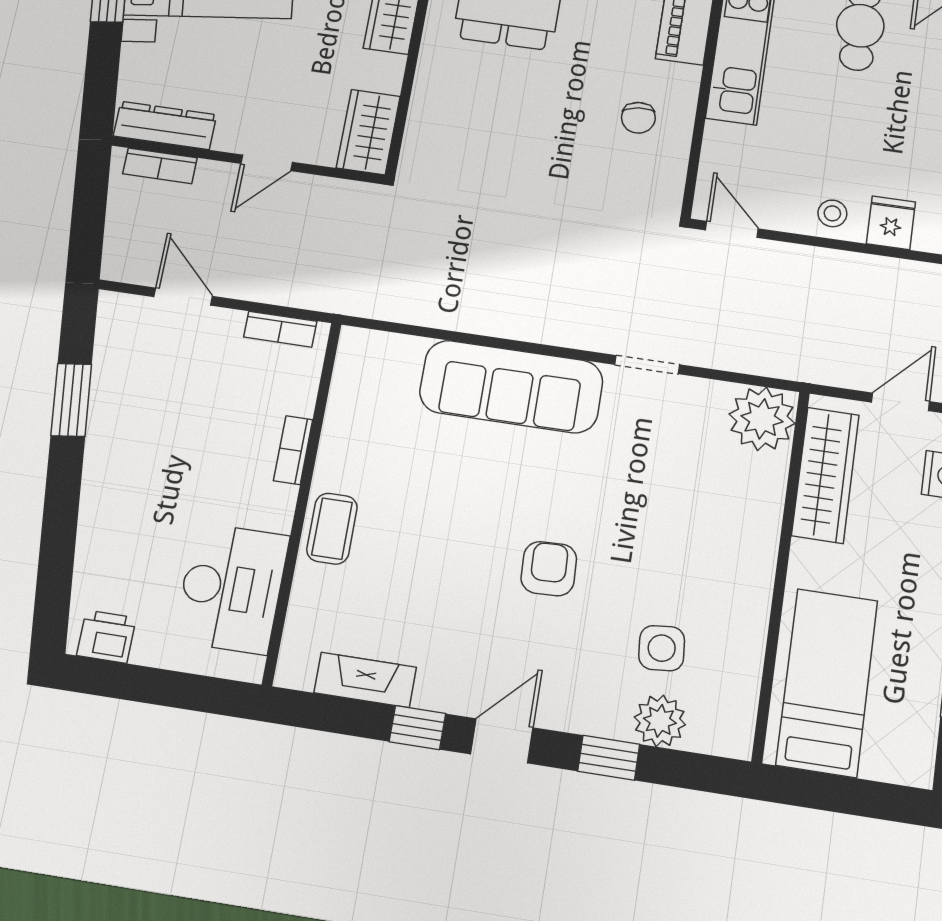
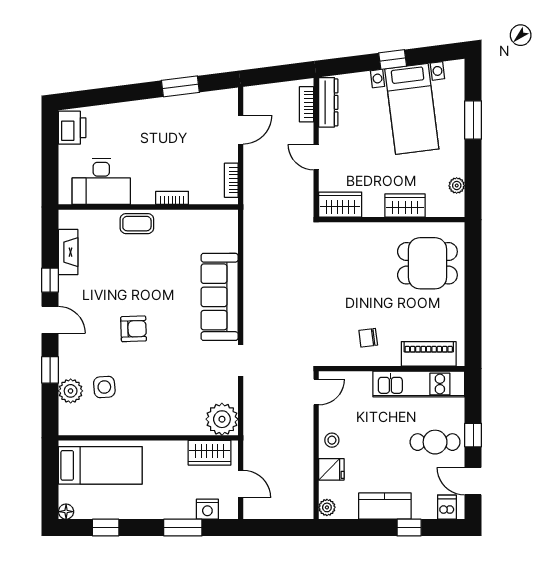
wardrobe: (825, 475) -> (210, 453), width x0.67
printer: (106, 637) -> (72, 128), width x1.36, depth x1.24
floor lamp: (918, 771) -> (66, 512), added

